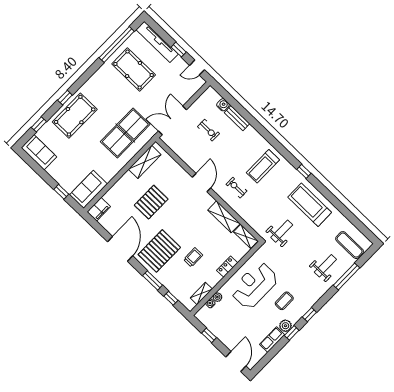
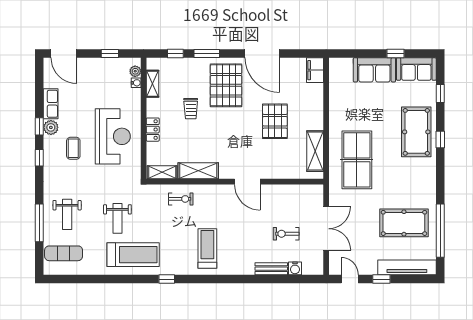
door: (197, 68) -> (350, 279), hinge flipped
double door: (173, 120) -> (326, 229), moved
exercise bike: (236, 188) -> (181, 199), moved
sofa: (88, 189) -> (374, 70), moved, turned 90
window: (61, 192) -> (396, 53), moved
weight bench: (282, 231) -> (117, 218), moved
plant: (217, 297) -> (135, 71), moved

